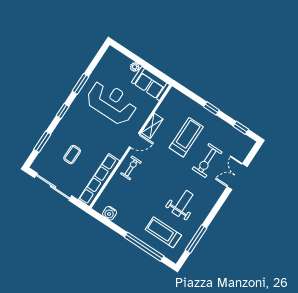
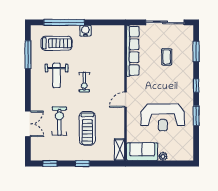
shelving: (152, 126) -> (120, 150), moved
exercise bike: (131, 168) -> (84, 82), moved
water cooler: (110, 213) -> (85, 31), moved

